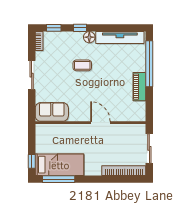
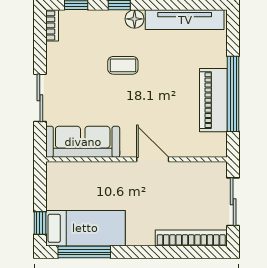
window: (149, 64) -> (233, 94), moved
sliding door: (32, 75) -> (40, 98), moved
piano: (139, 87) -> (213, 100), width x1.37, depth x1.33
sofa: (52, 112) -> (83, 142), width x1.36

